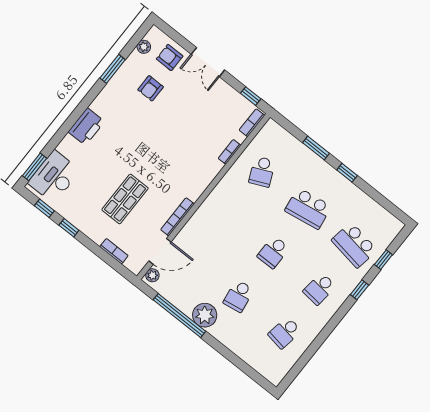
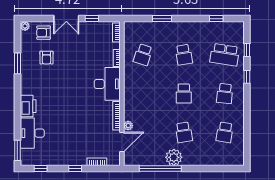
plant: (144, 47) -> (25, 26), moved
window: (251, 96) -> (92, 19), moved
school desk: (262, 172) -> (143, 55), turned 42
desk: (195, 173) -> (107, 84), added
window: (347, 173) -> (216, 19), moved
desk: (54, 177) -> (32, 133), moved
shop shelf: (125, 199) -> (80, 129), removed
school desk: (308, 208) -> (184, 55), width x0.54
window: (69, 228) -> (75, 168), moved
plant: (152, 275) -> (128, 126), moved

